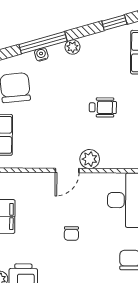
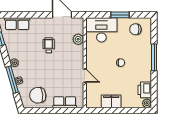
plant: (90, 159) -> (78, 39), moved
door: (67, 170) -> (85, 76), moved

